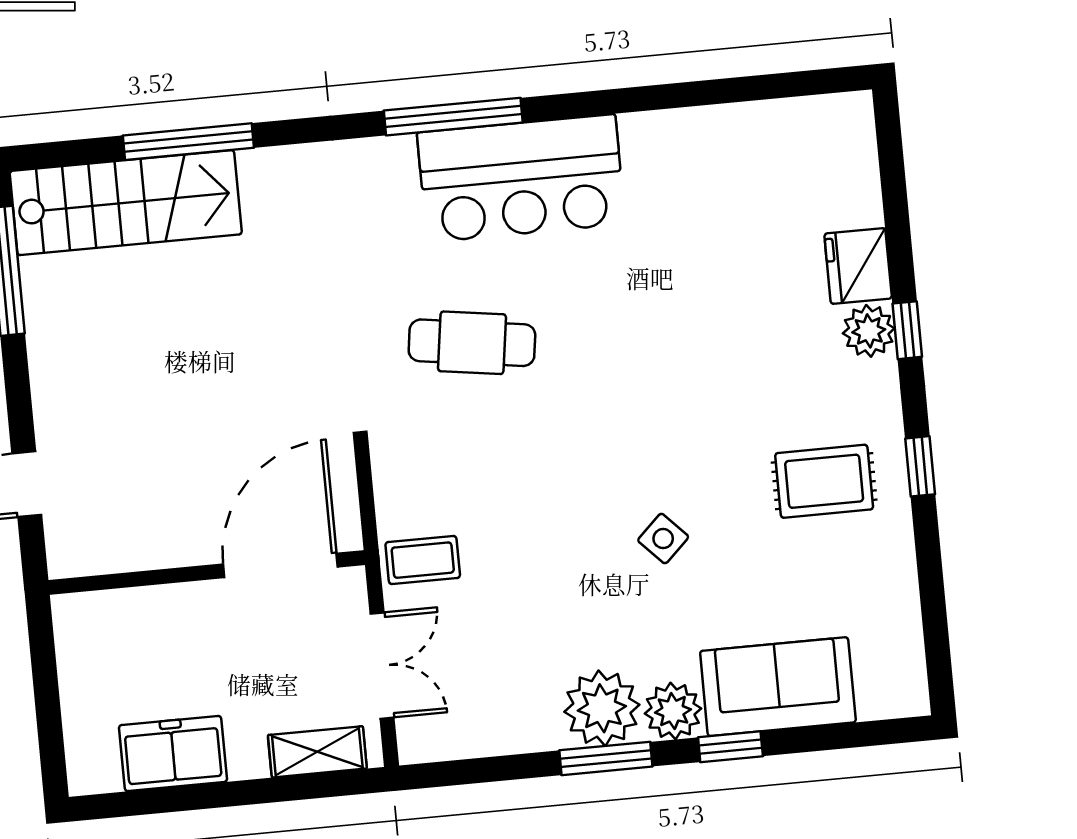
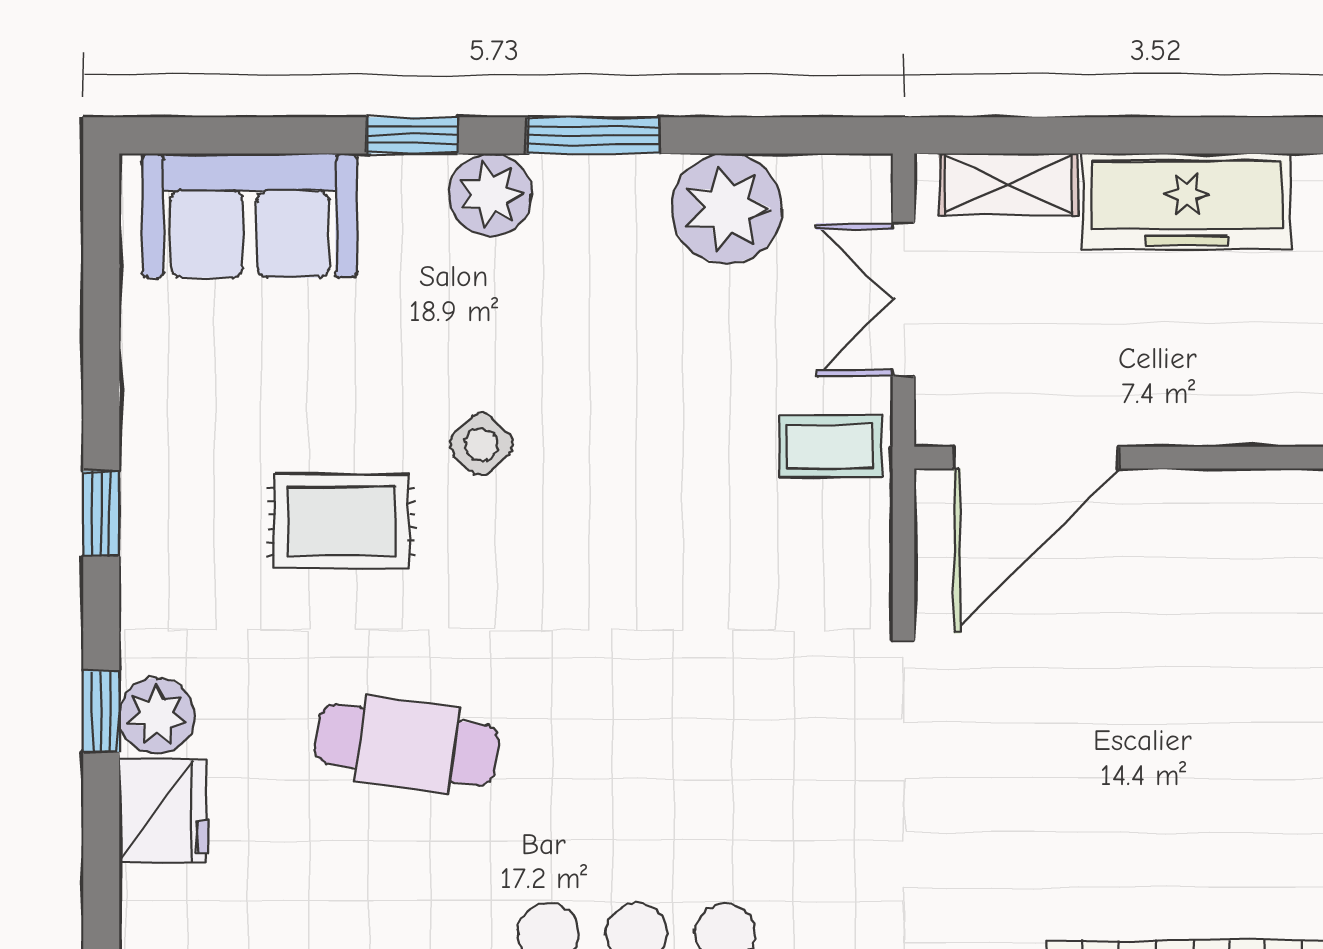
cafe table: (472, 343) -> (407, 745), moved
rug: (824, 481) -> (341, 521), moved
sofa: (778, 687) -> (250, 215), moved
plant: (602, 708) -> (727, 208), moved
freezer: (173, 754) -> (1187, 202), width x1.40

